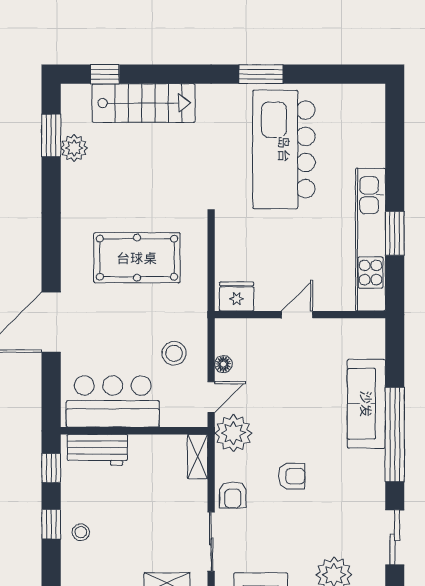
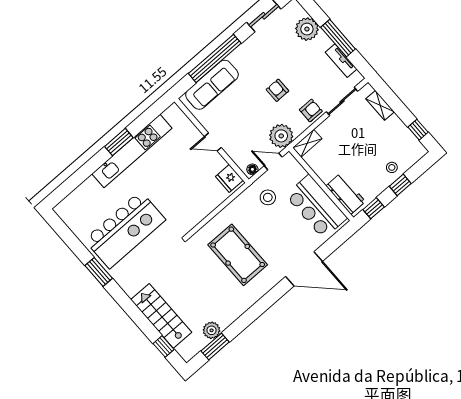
fridge: (237, 297) -> (229, 178), moved
door: (297, 315) -> (213, 142), moved
wall: (300, 315) -> (212, 141), moved

